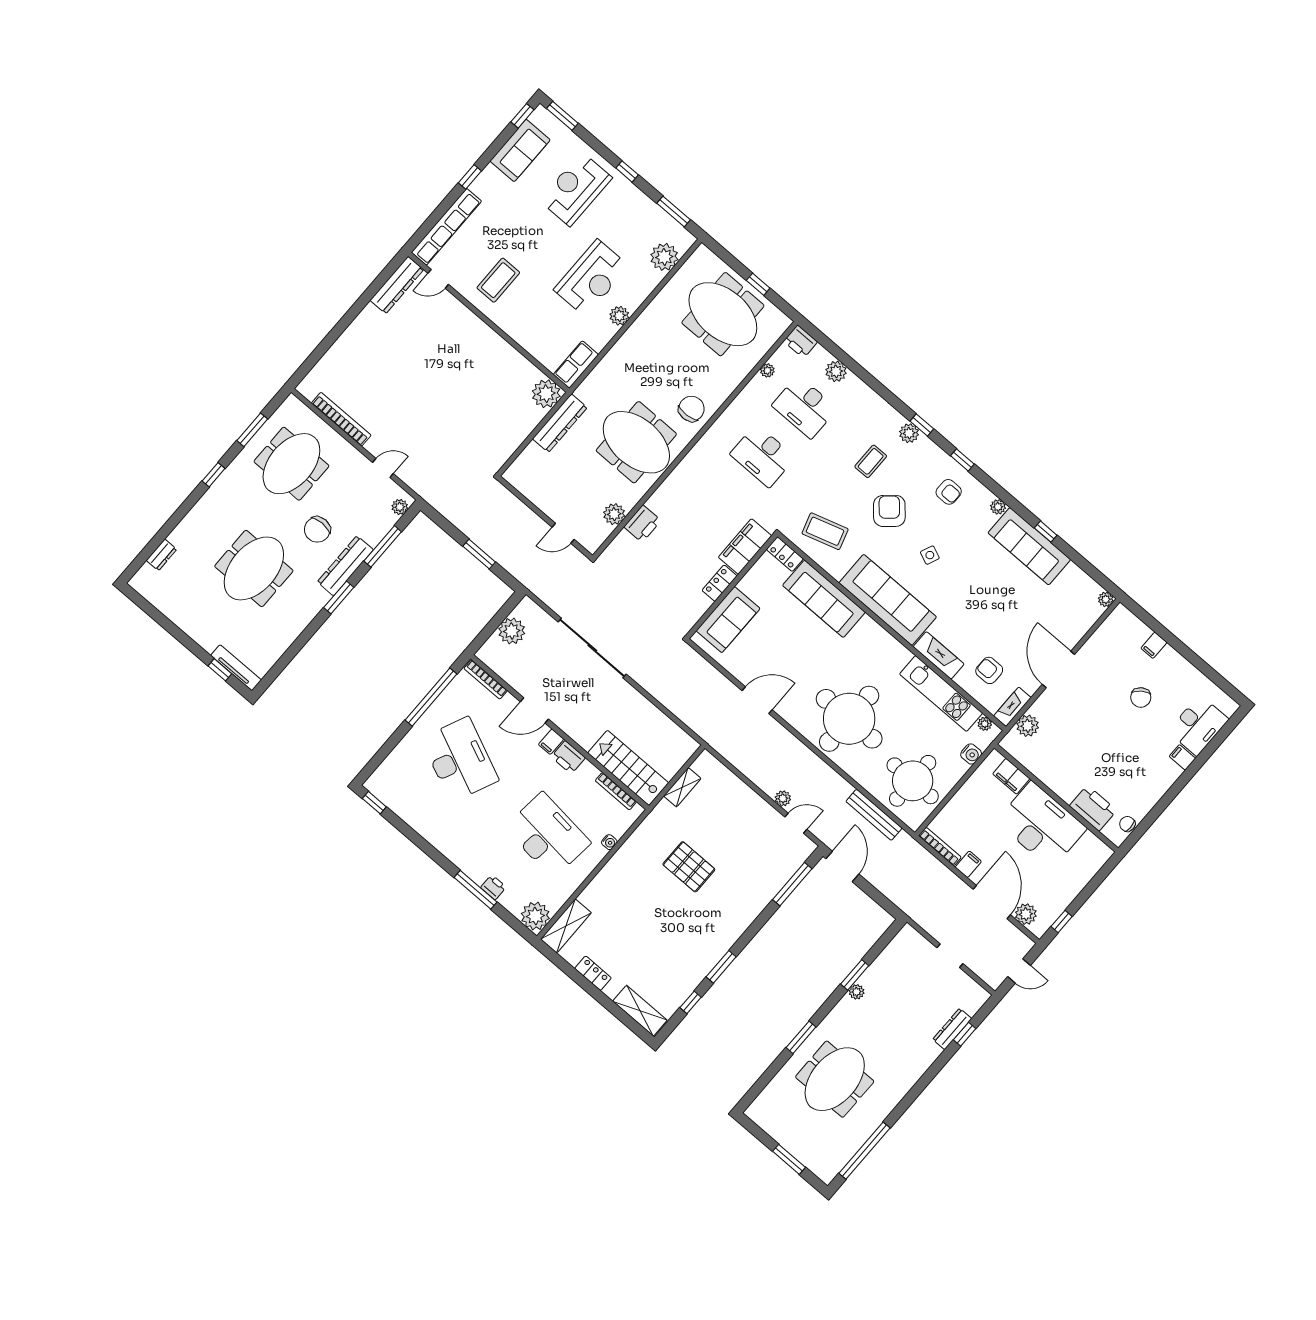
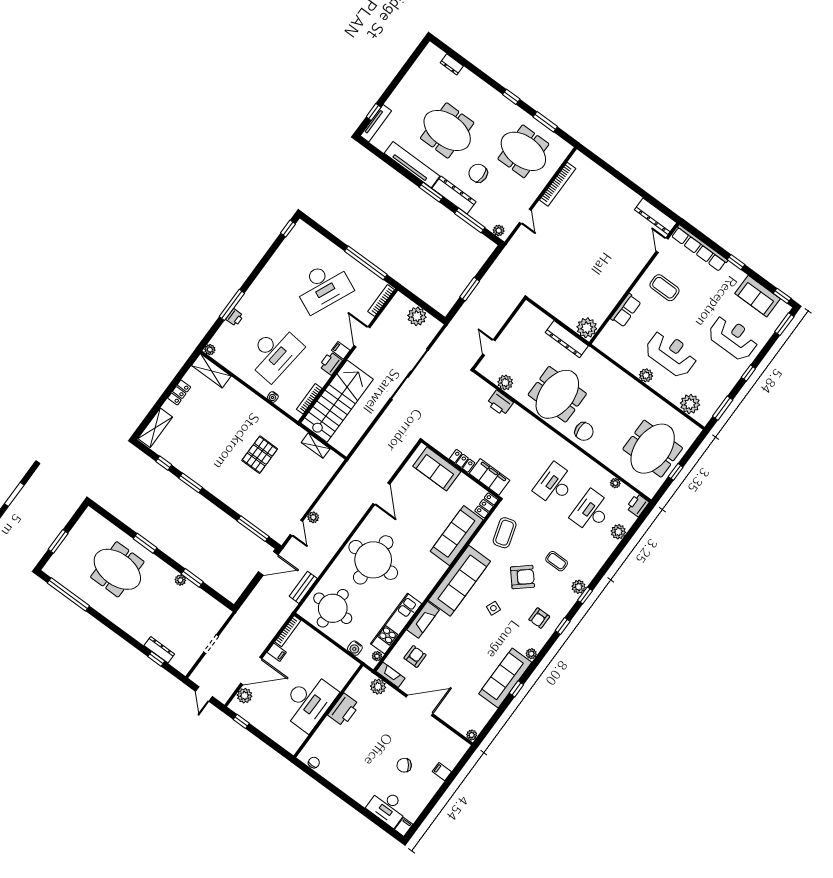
reception desk: (591, 278) -> (671, 354), turned 180
row of seats: (576, 365) -> (626, 310), moved, turned 90
tv unit: (298, 622) -> (412, 165), added
filing cabinet: (1182, 757) -> (404, 827), moved
stairs: (628, 768) -> (337, 401), width x1.36, depth x1.51
filing cabinet: (1011, 776) -> (341, 678), removed
printer: (1093, 808) -> (344, 710), moved
bench: (874, 815) -> (303, 587), width x0.73
plant: (535, 916) -> (210, 350), width x0.53, depth x0.53

